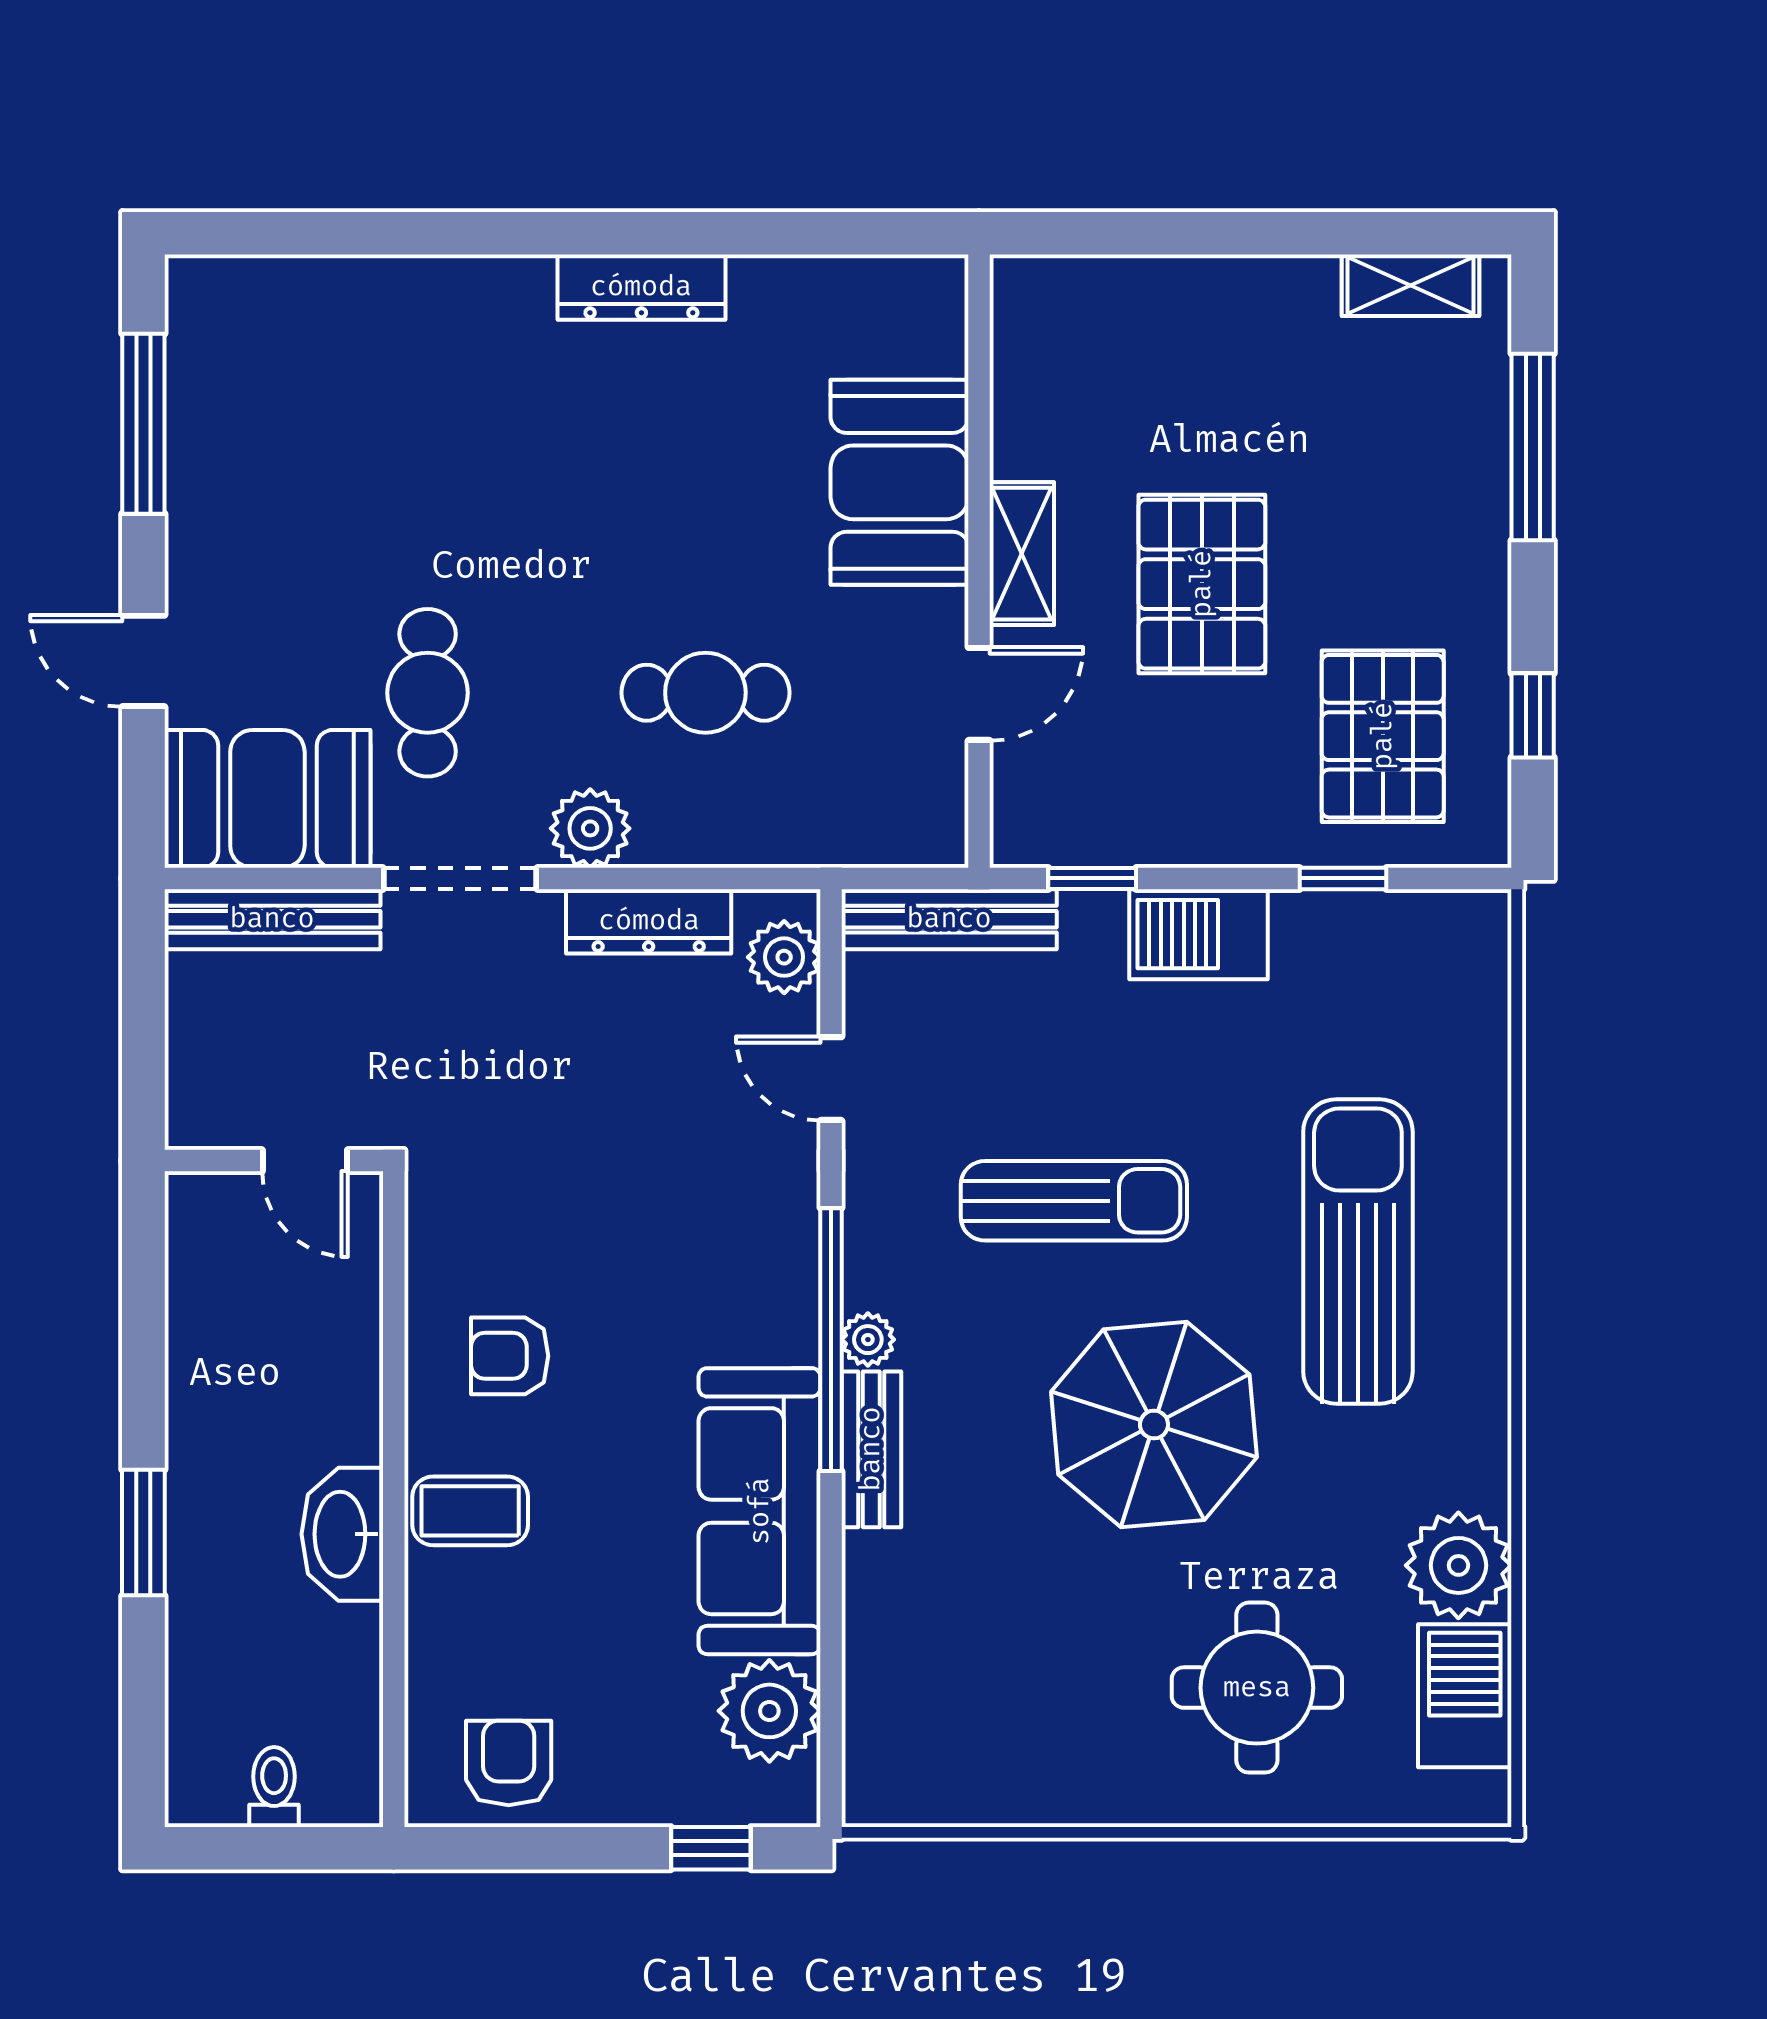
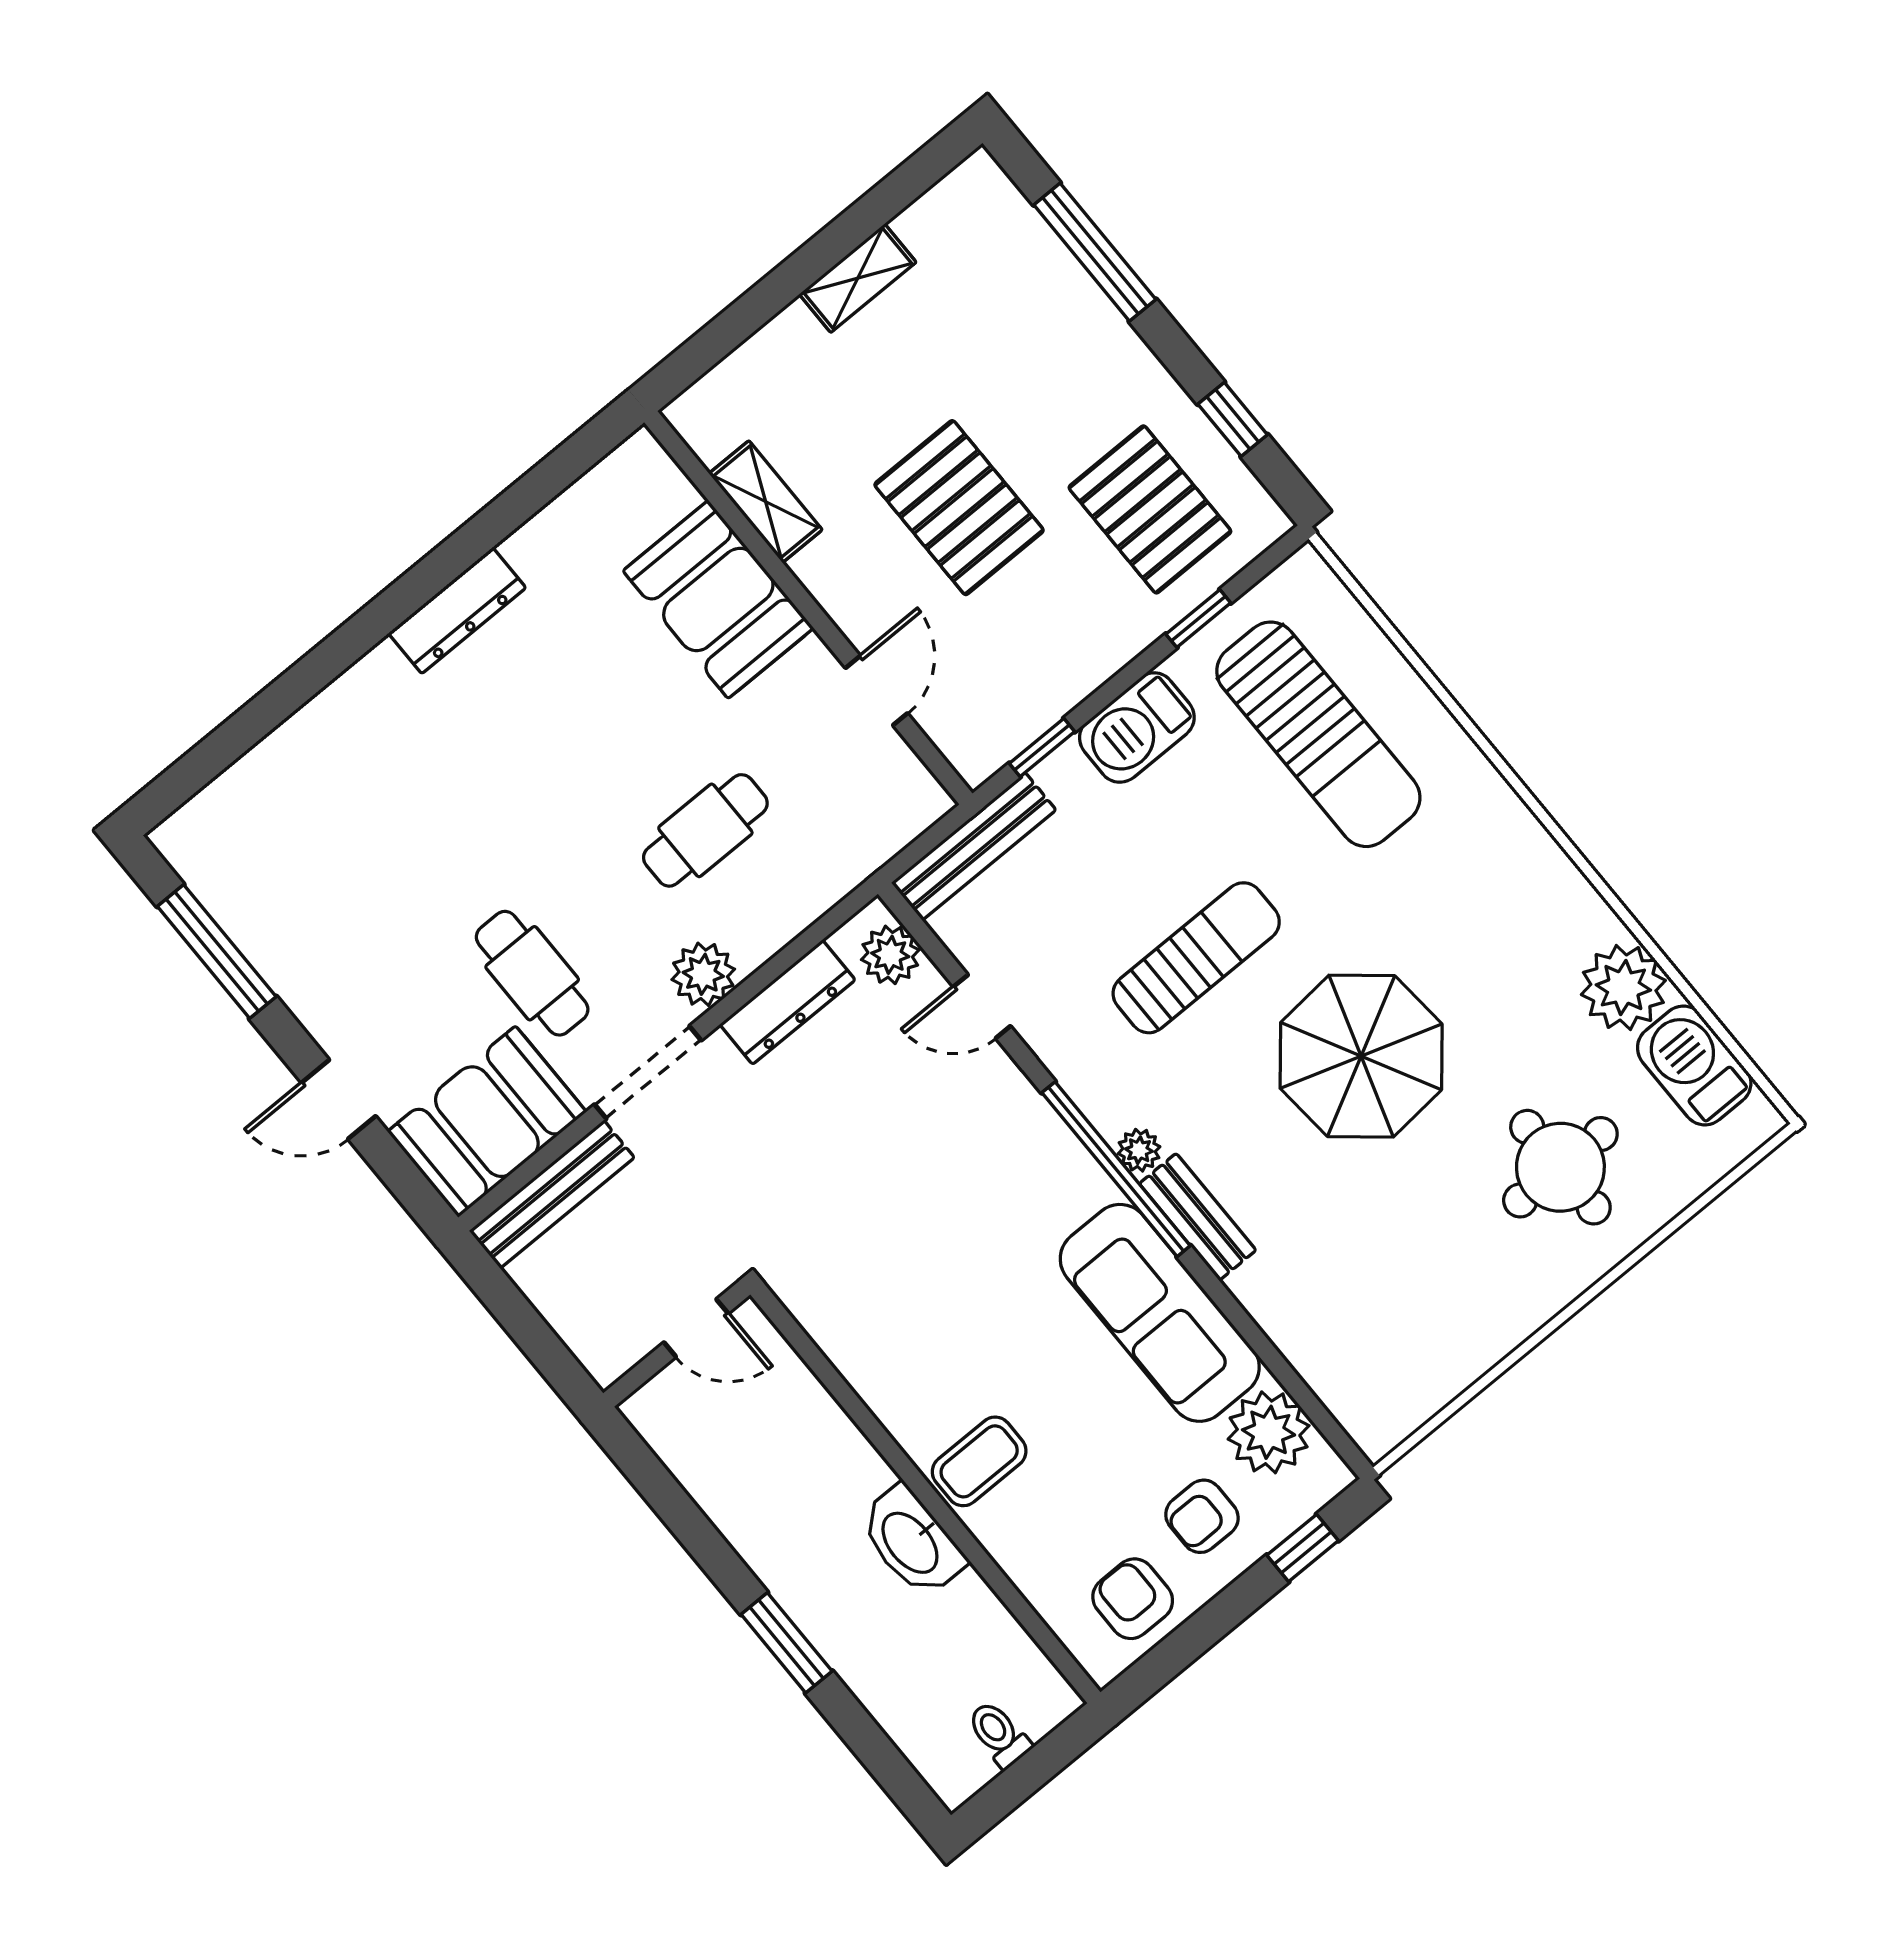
shelving: (1411, 285) -> (858, 278), moved
shelving: (1022, 554) -> (766, 502), moved
sun lounger: (1358, 1251) -> (1318, 734), moved, turned 180
armchair: (510, 1356) -> (1202, 1516), moved

